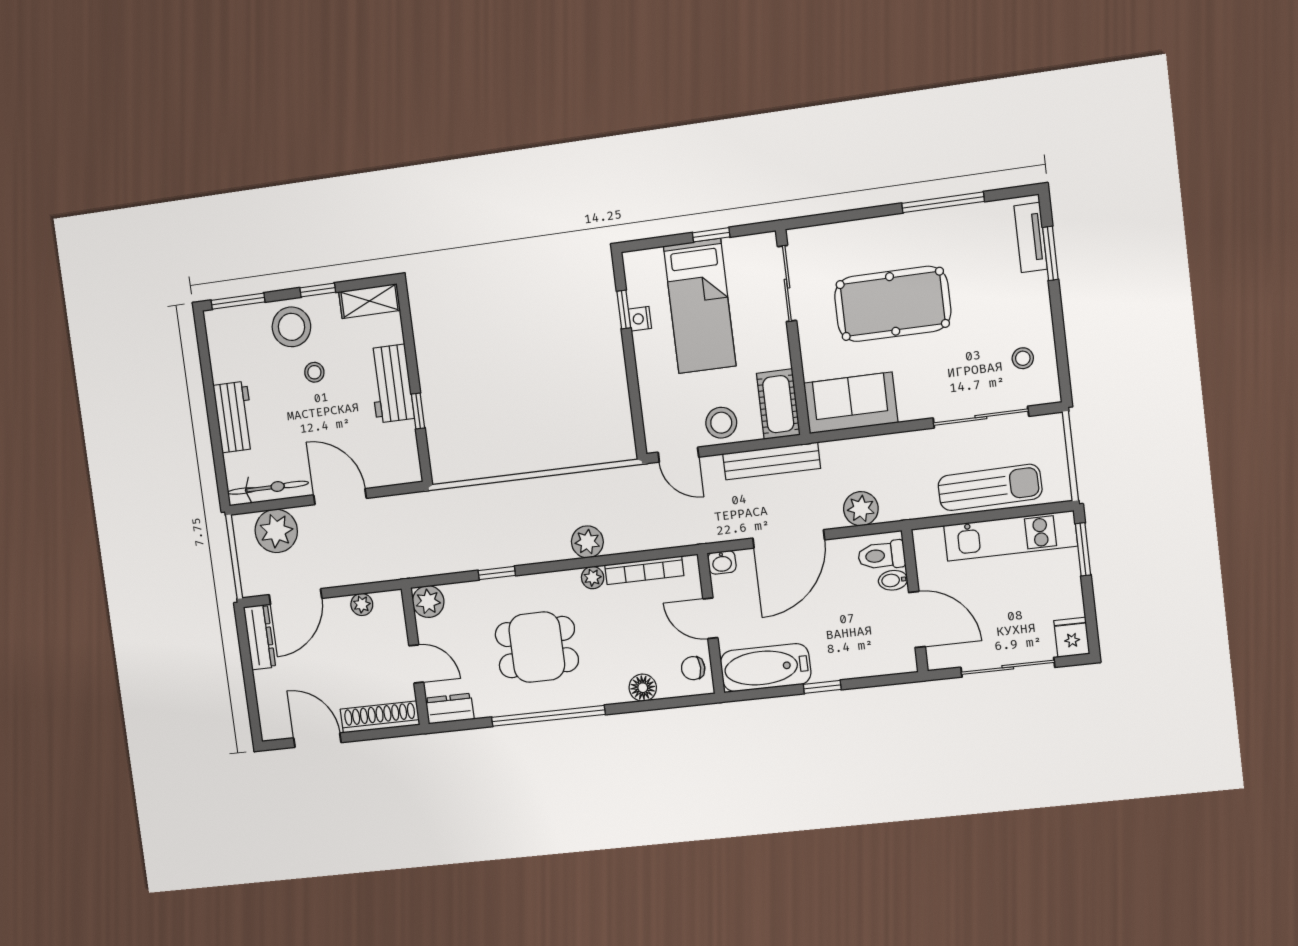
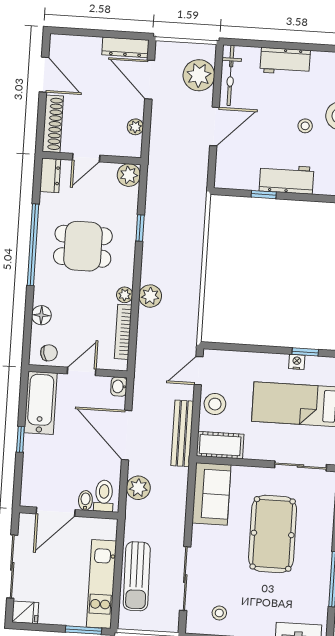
dining table: (537, 647) -> (83, 246), turned 90
chair: (693, 668) -> (49, 353), turned 78
door: (317, 740) -> (44, 75), hinge flipped

